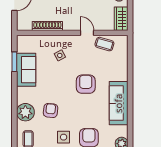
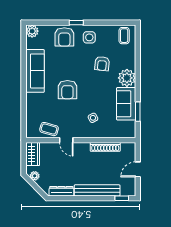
plant: (25, 112) -> (127, 78), moved

